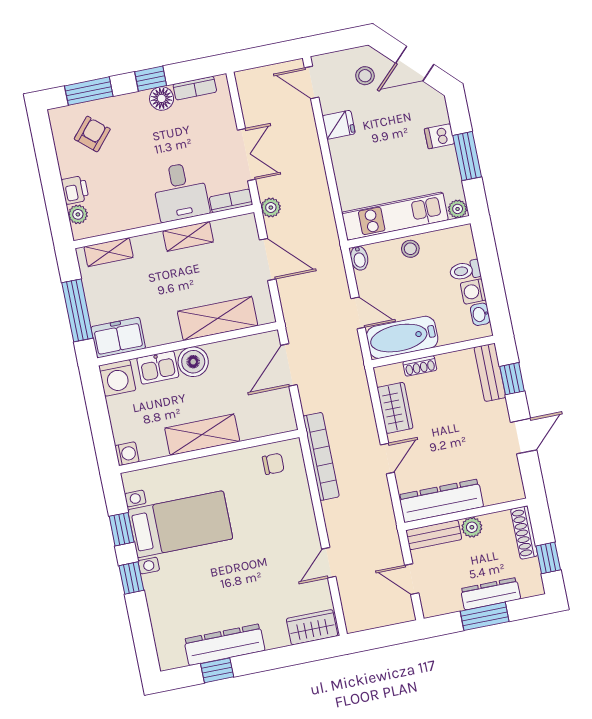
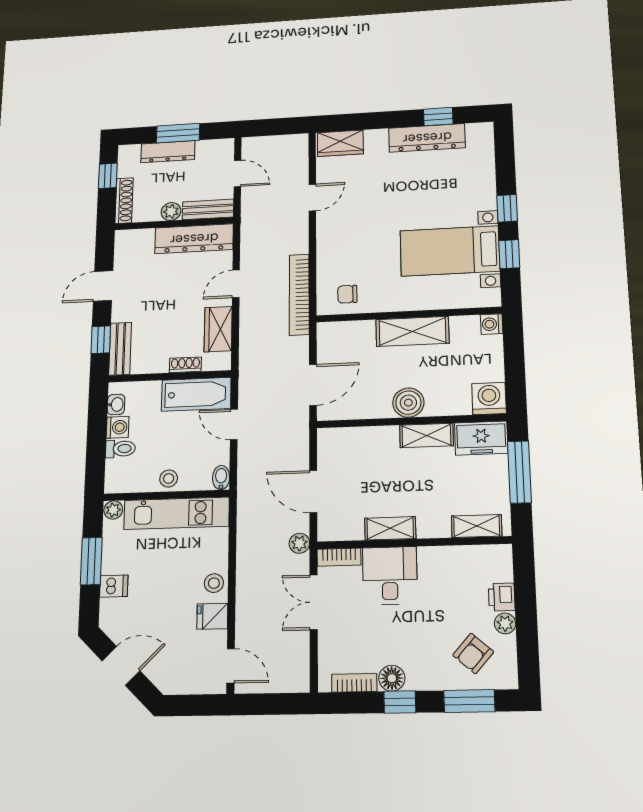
stool: (365, 76) -> (214, 583), moved
plant: (78, 214) -> (505, 623), moved
shelving: (218, 318) -> (426, 435), moved, width x0.67, depth x0.75
kitchen sink: (158, 368) -> (446, 402), removed

